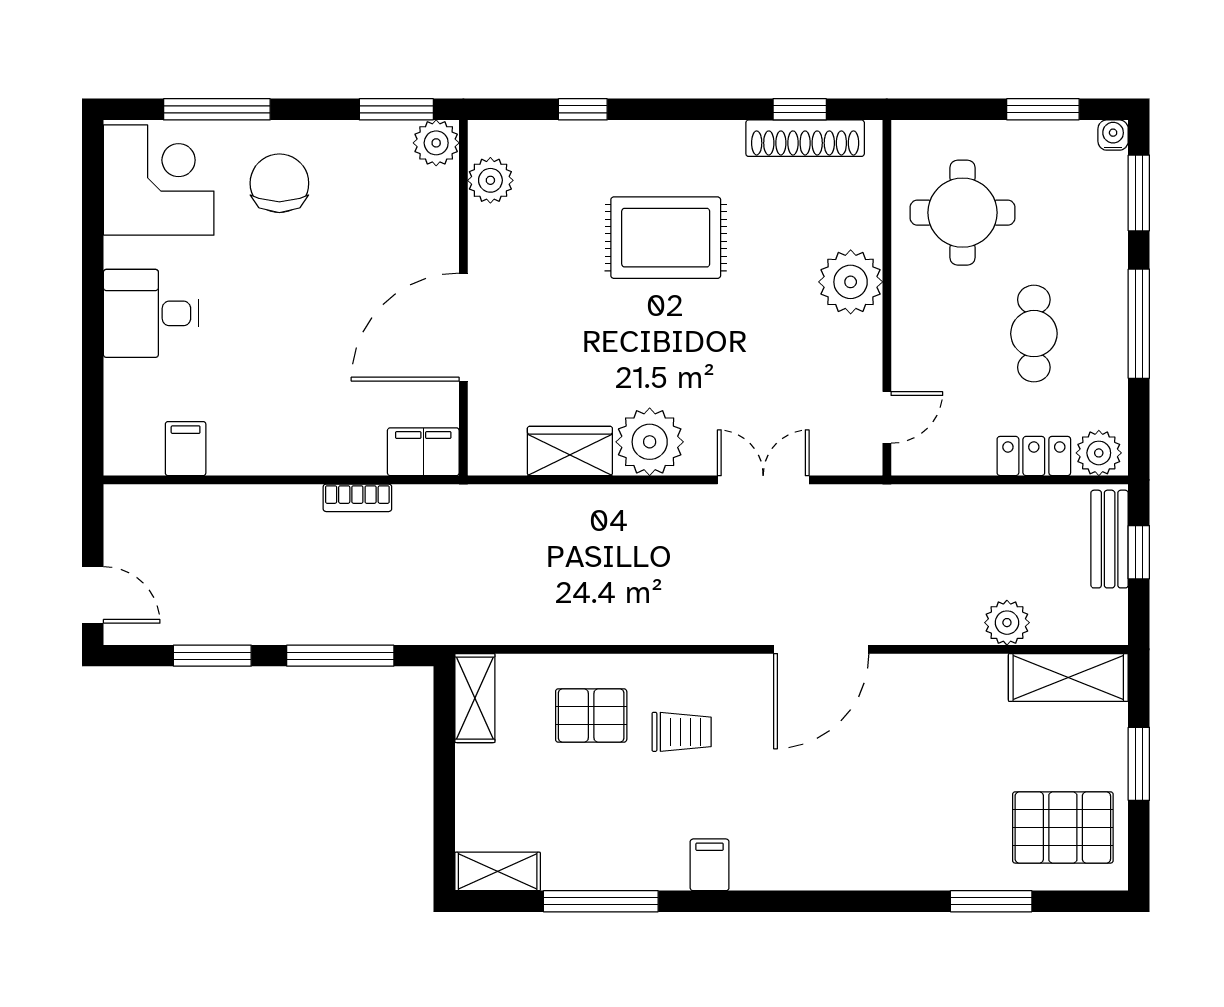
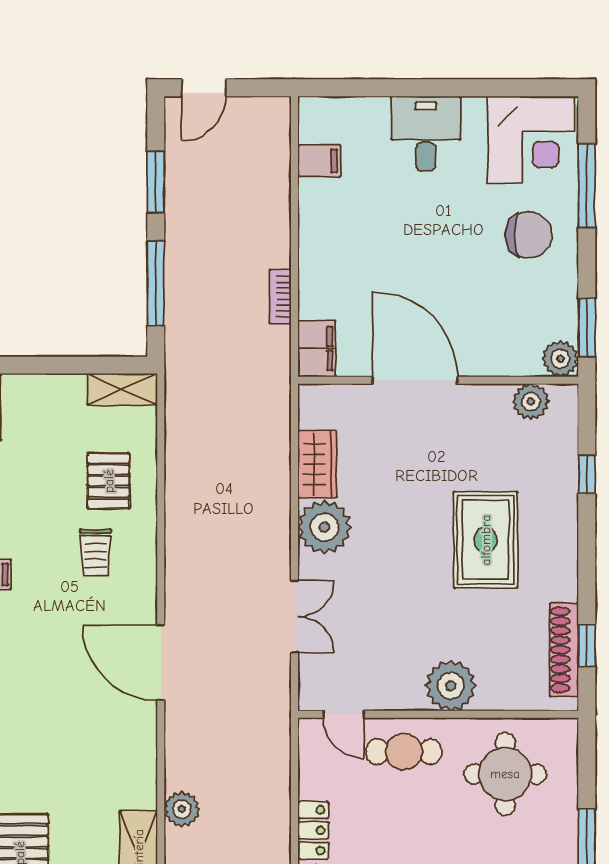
cafe table: (1034, 334) -> (404, 752), moved

